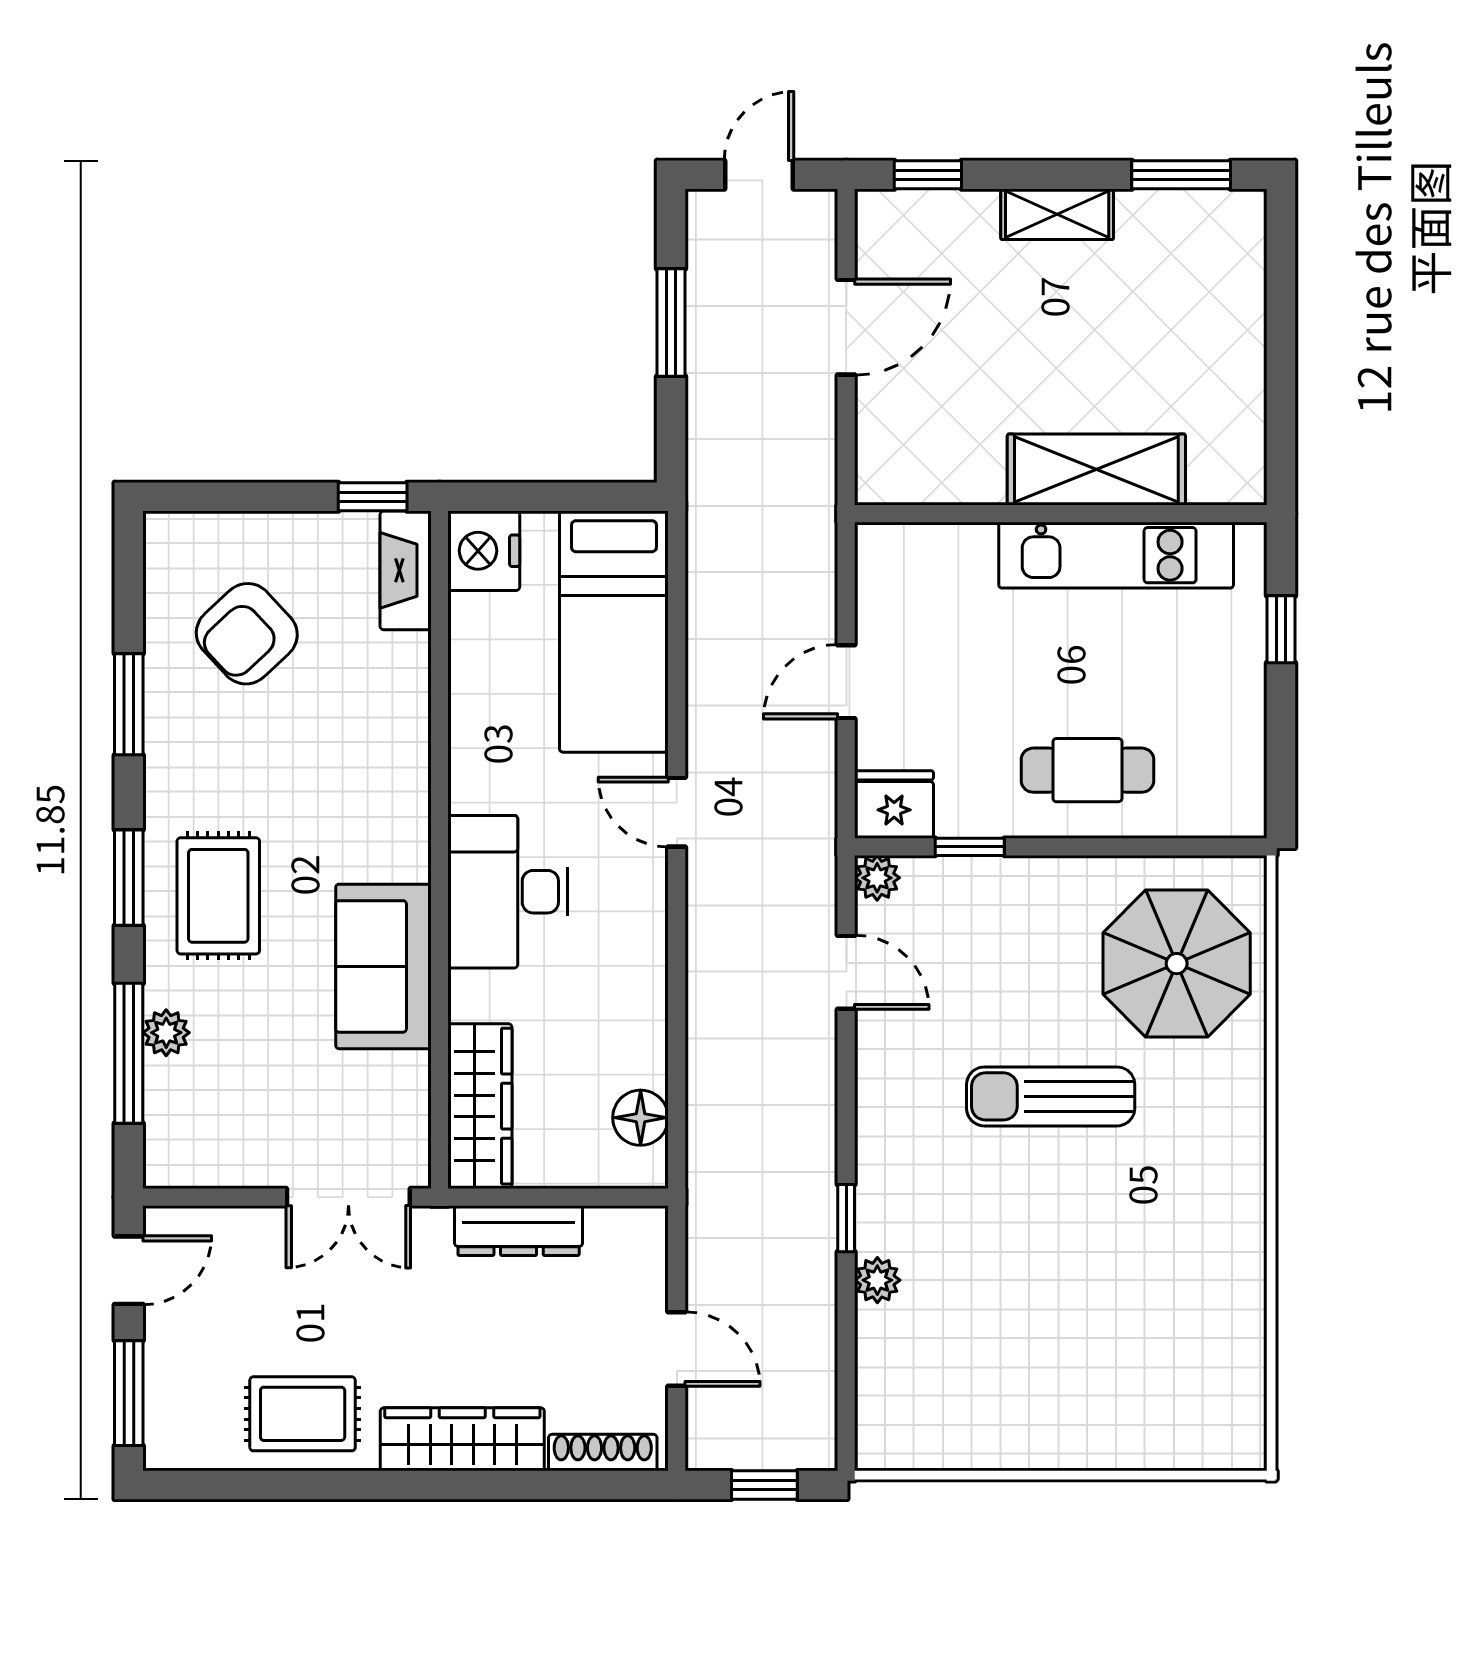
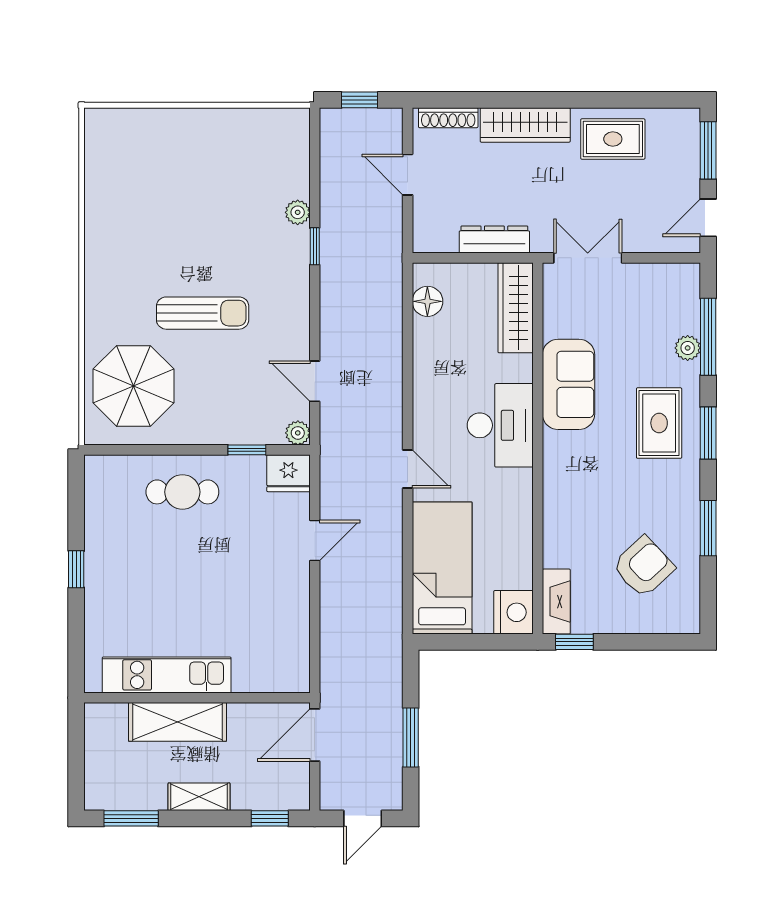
shelving: (1096, 470) -> (178, 722), moved
wall: (1061, 514) -> (197, 698), moved
kitchen unit: (1116, 555) -> (167, 675), moved

